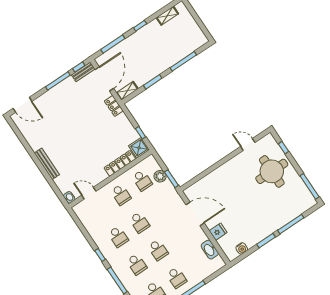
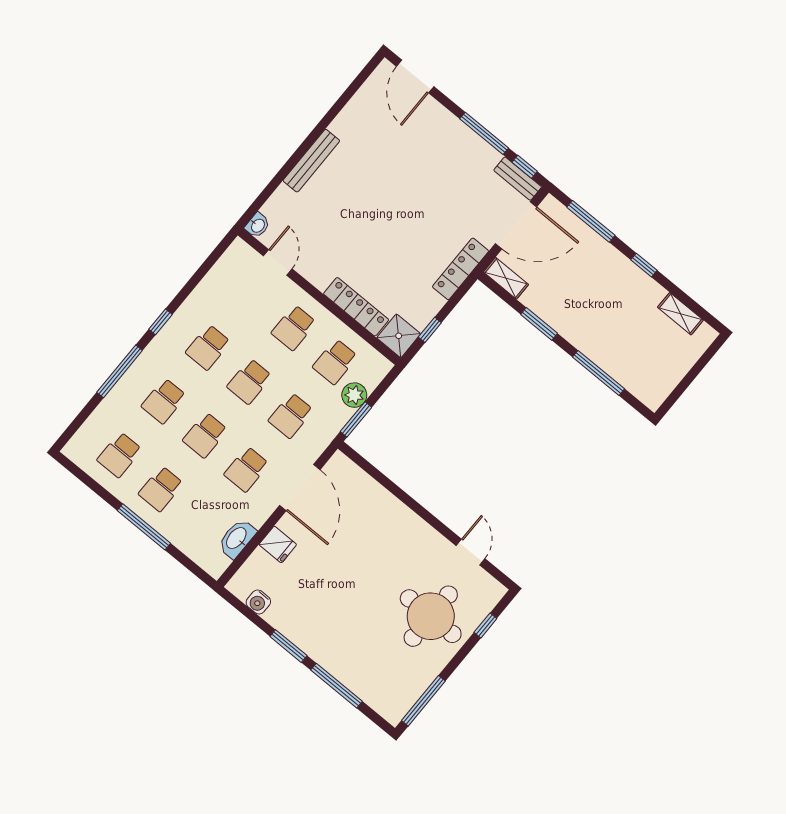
locker: (114, 106) -> (461, 269), width x1.53
school desk: (161, 208) -> (291, 415), added
school desk: (179, 236) -> (246, 469), added

